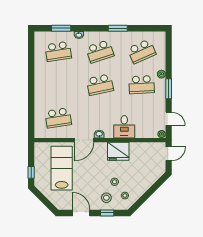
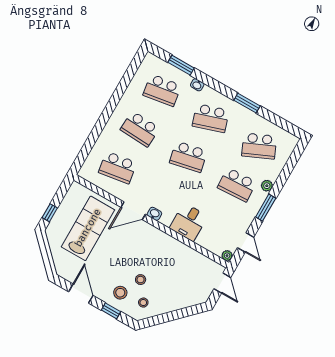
school desk: (58, 85) -> (140, 129), added
fridge: (118, 151) -> (165, 246), removed
door: (169, 154) -> (222, 283), hinge flipped

